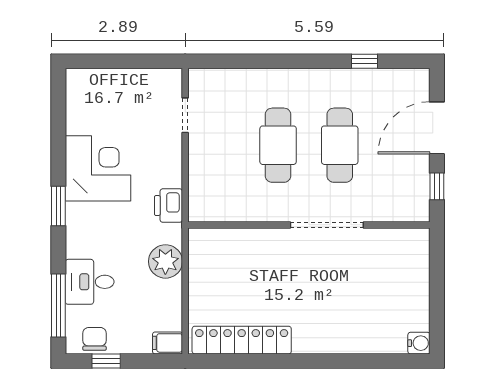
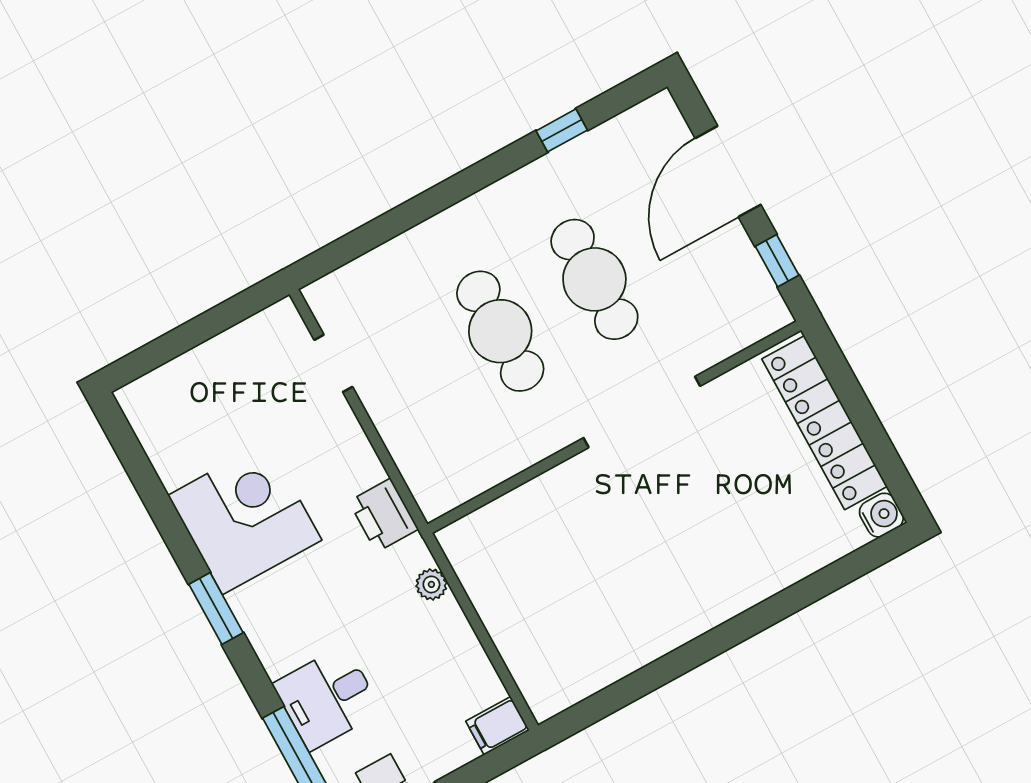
plant: (165, 261) -> (431, 584), width x0.53, depth x0.53
locker: (242, 340) -> (825, 423), moved, turned -90

